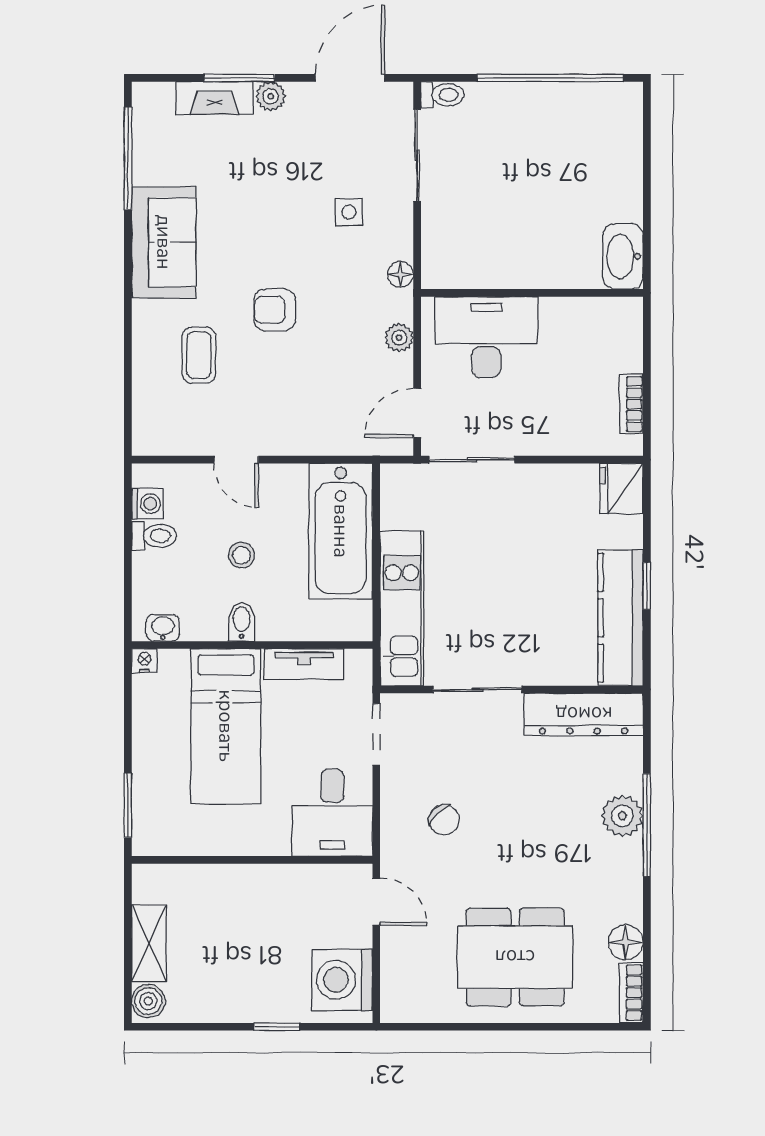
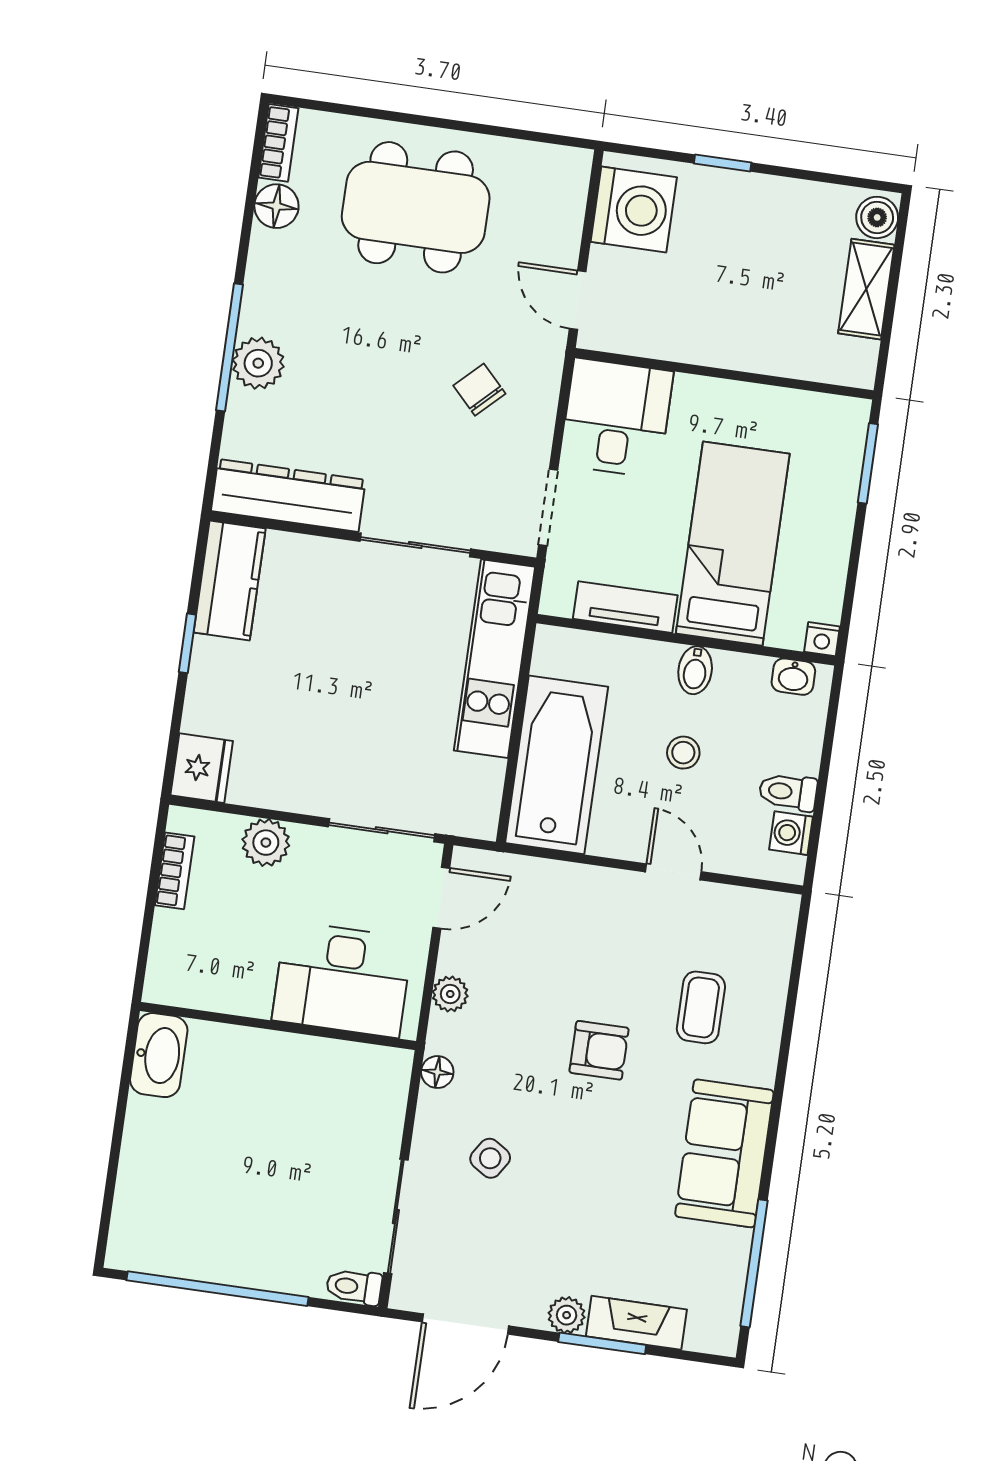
side table: (349, 212) -> (490, 1158), turned 33
plant: (562, 437) -> (266, 843), added
kitchen counter: (620, 618) -> (230, 580), width x0.67

